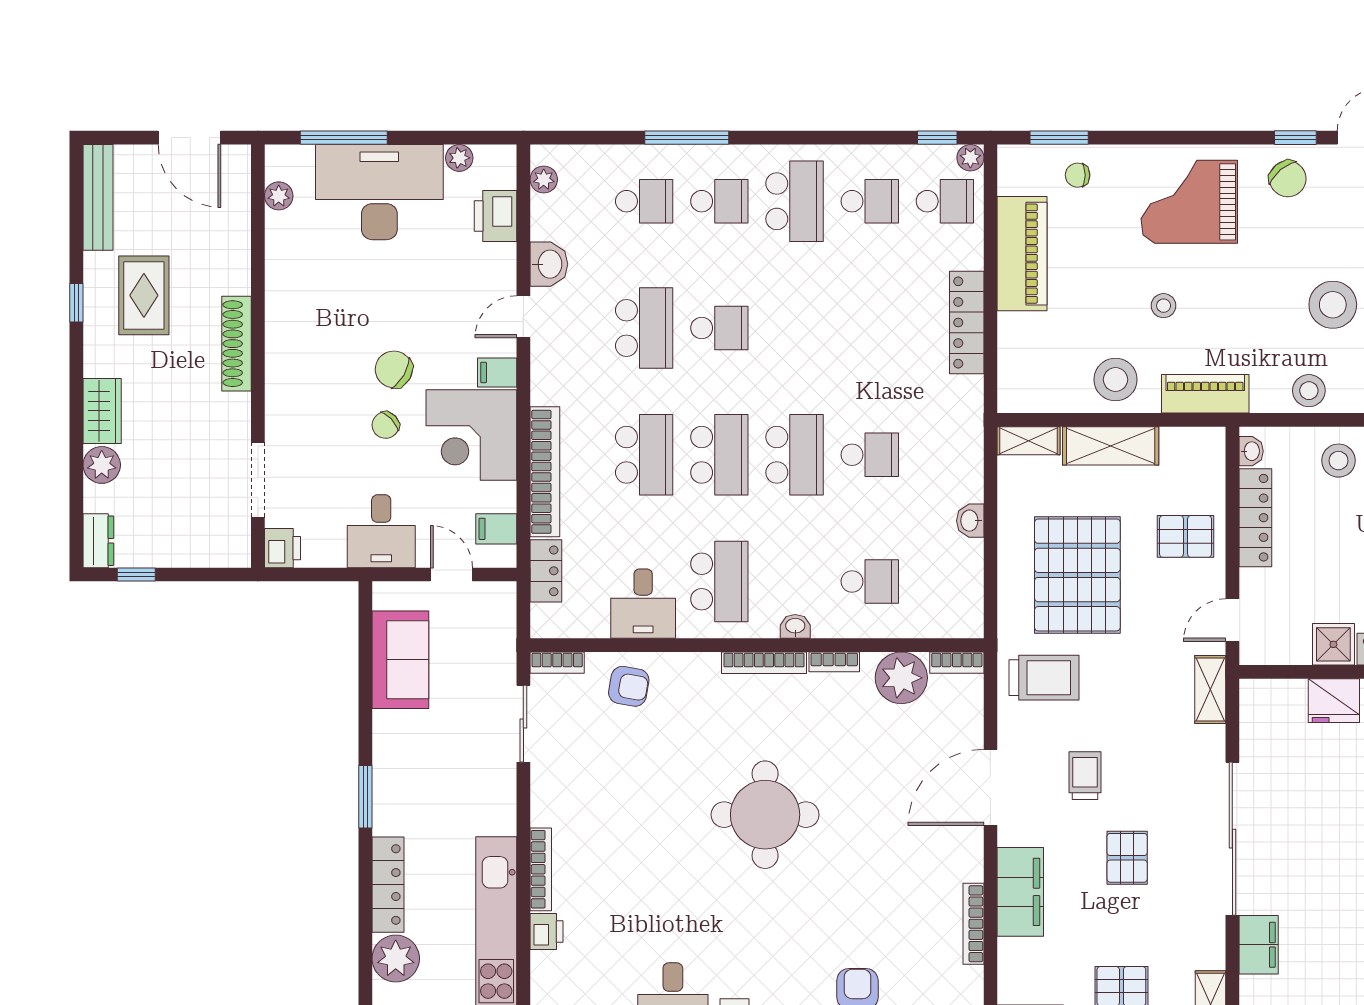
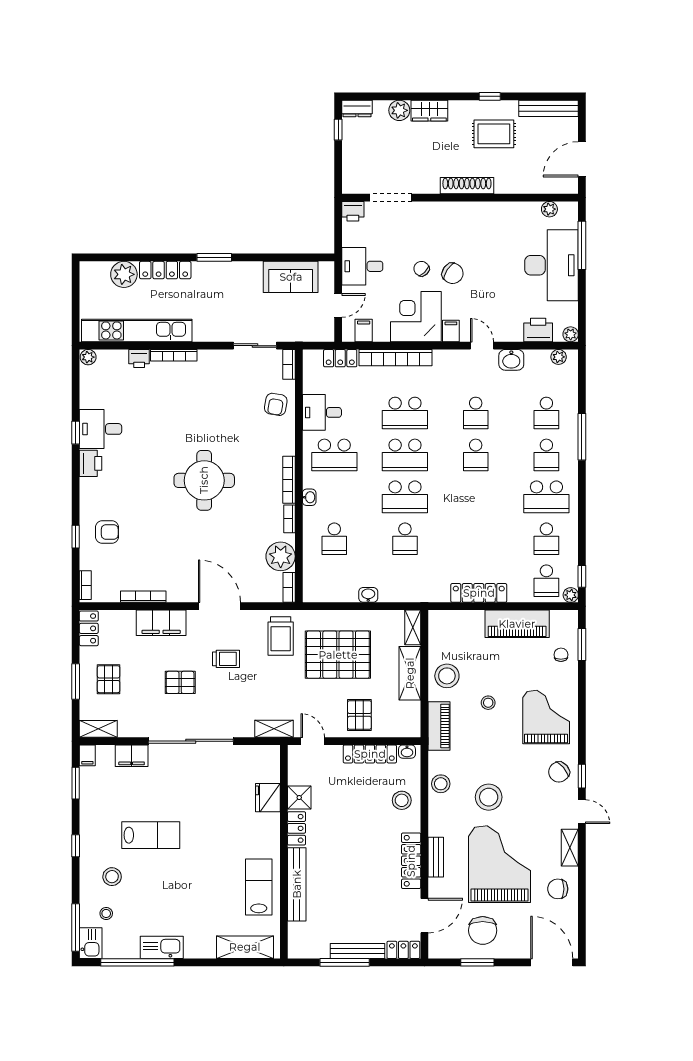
plant: (459, 158) -> (571, 334), moved
school desk: (644, 328) -> (476, 413), width x0.54
chair: (394, 369) -> (453, 273), turned 94

